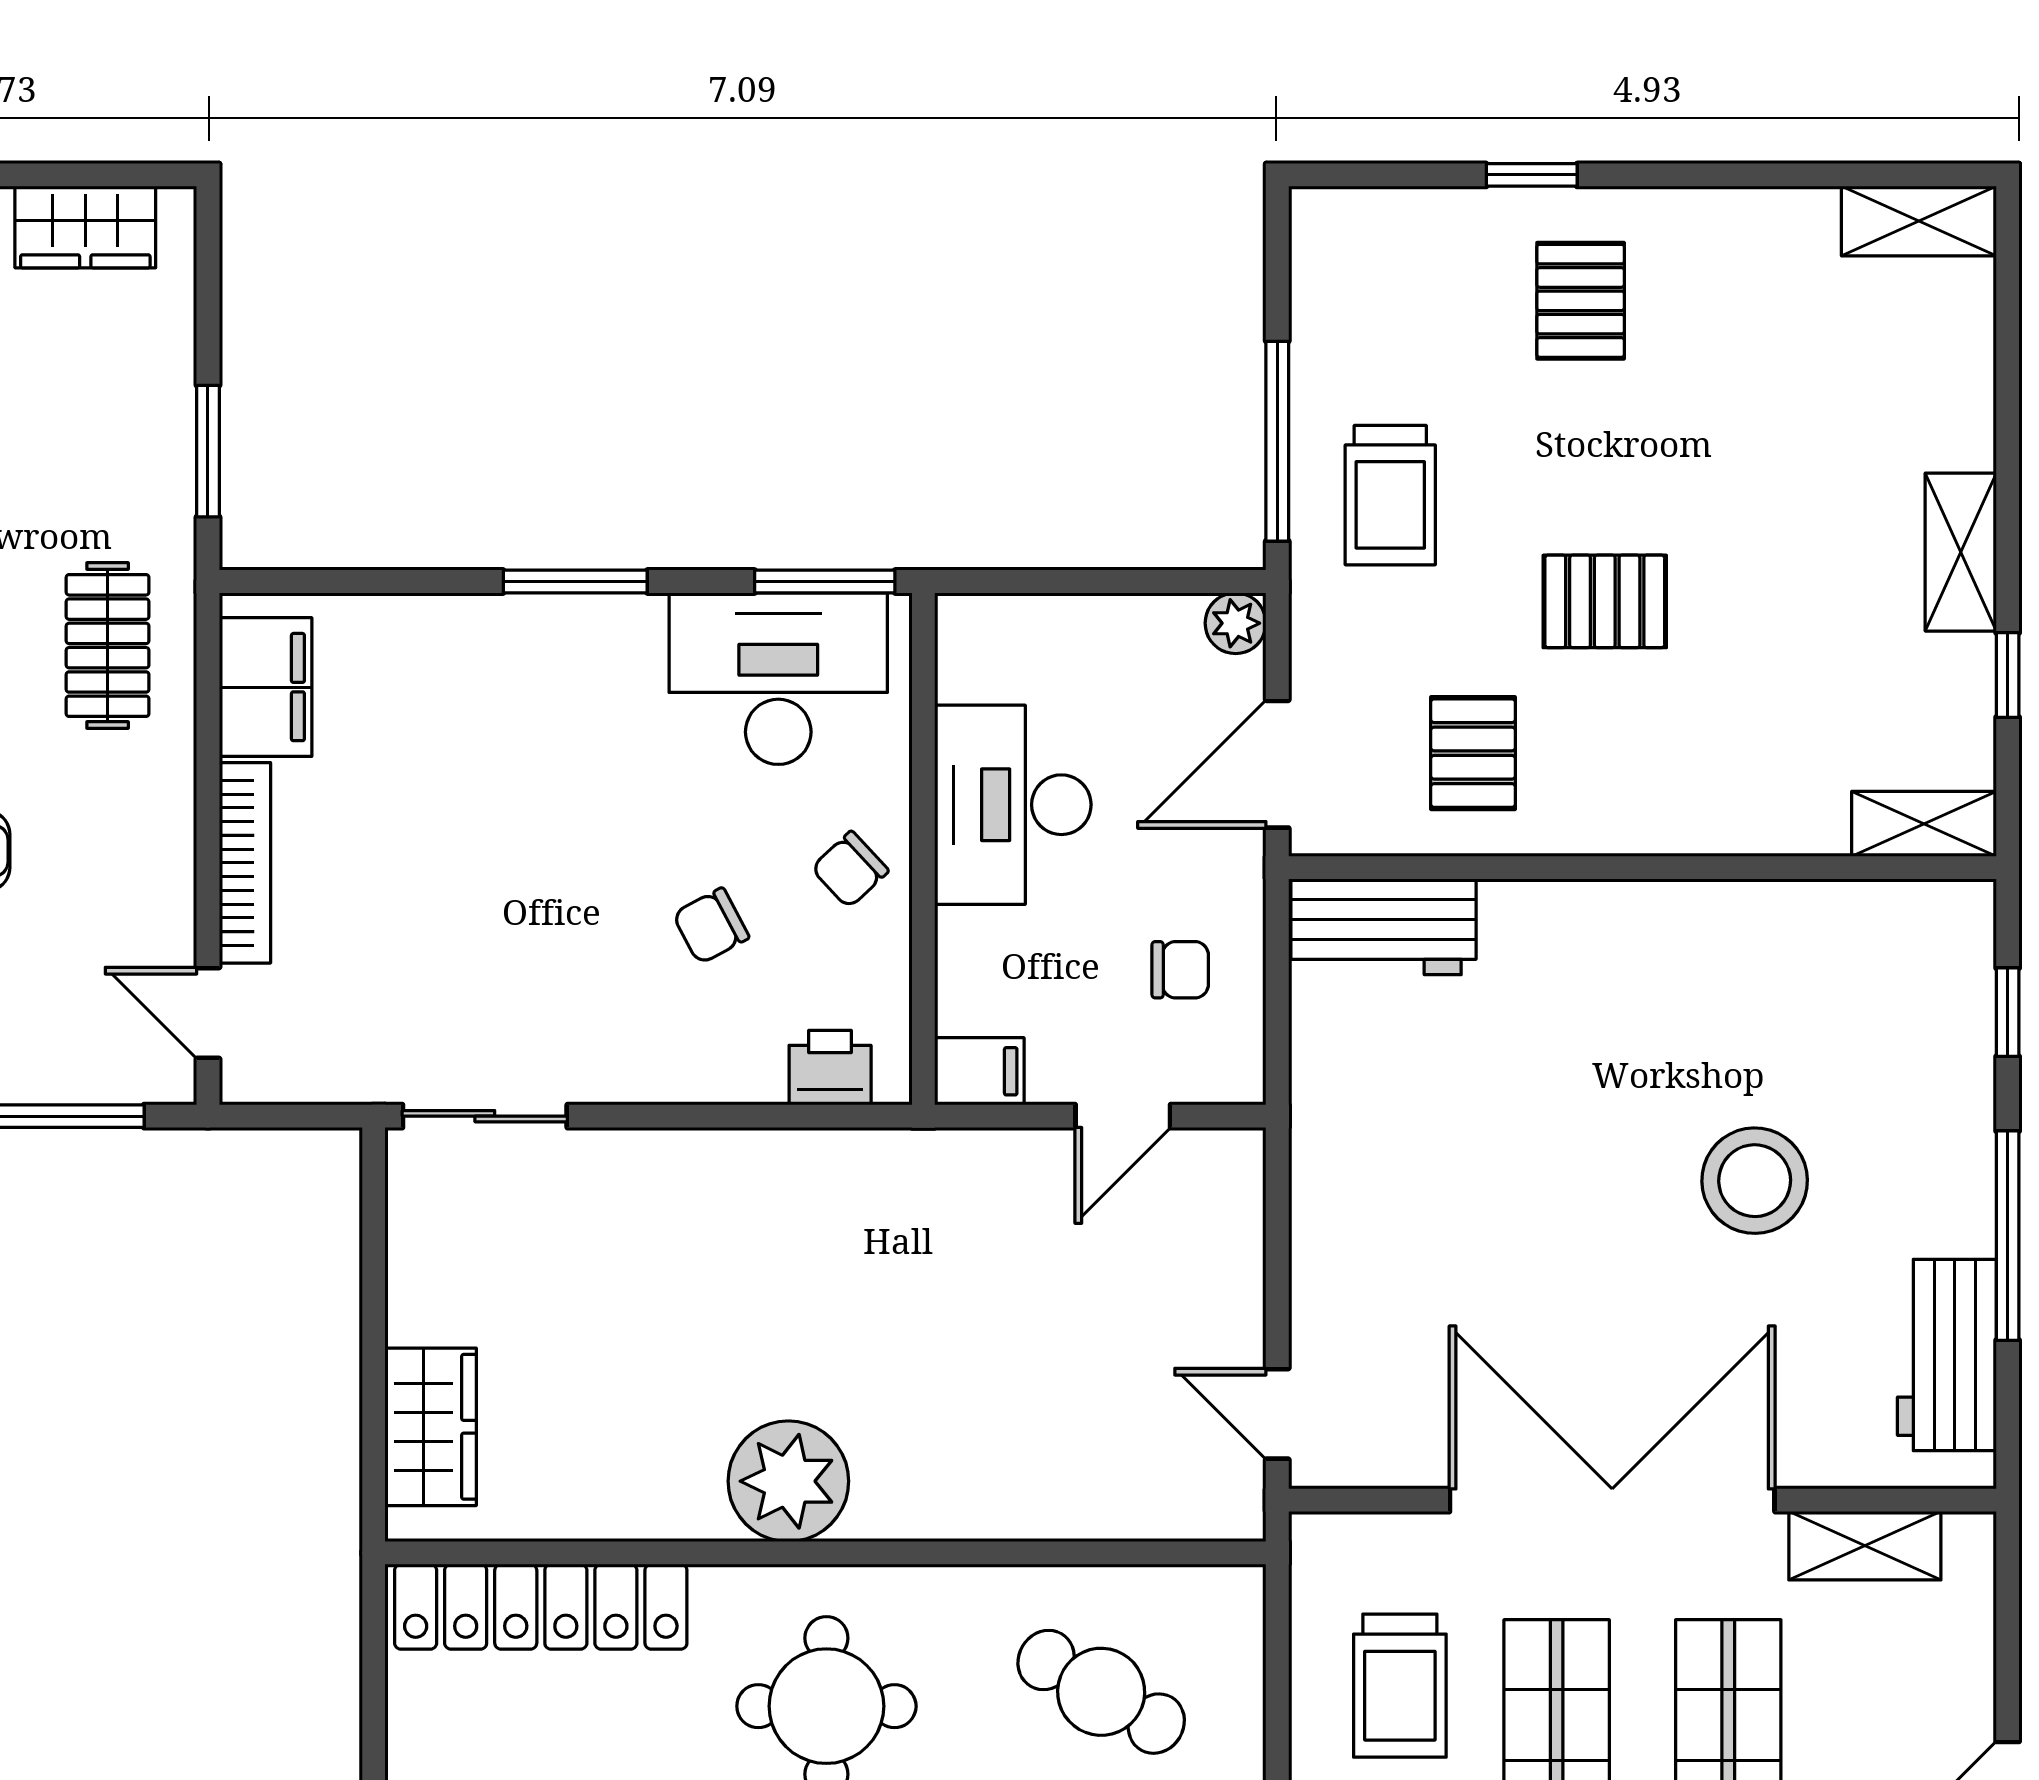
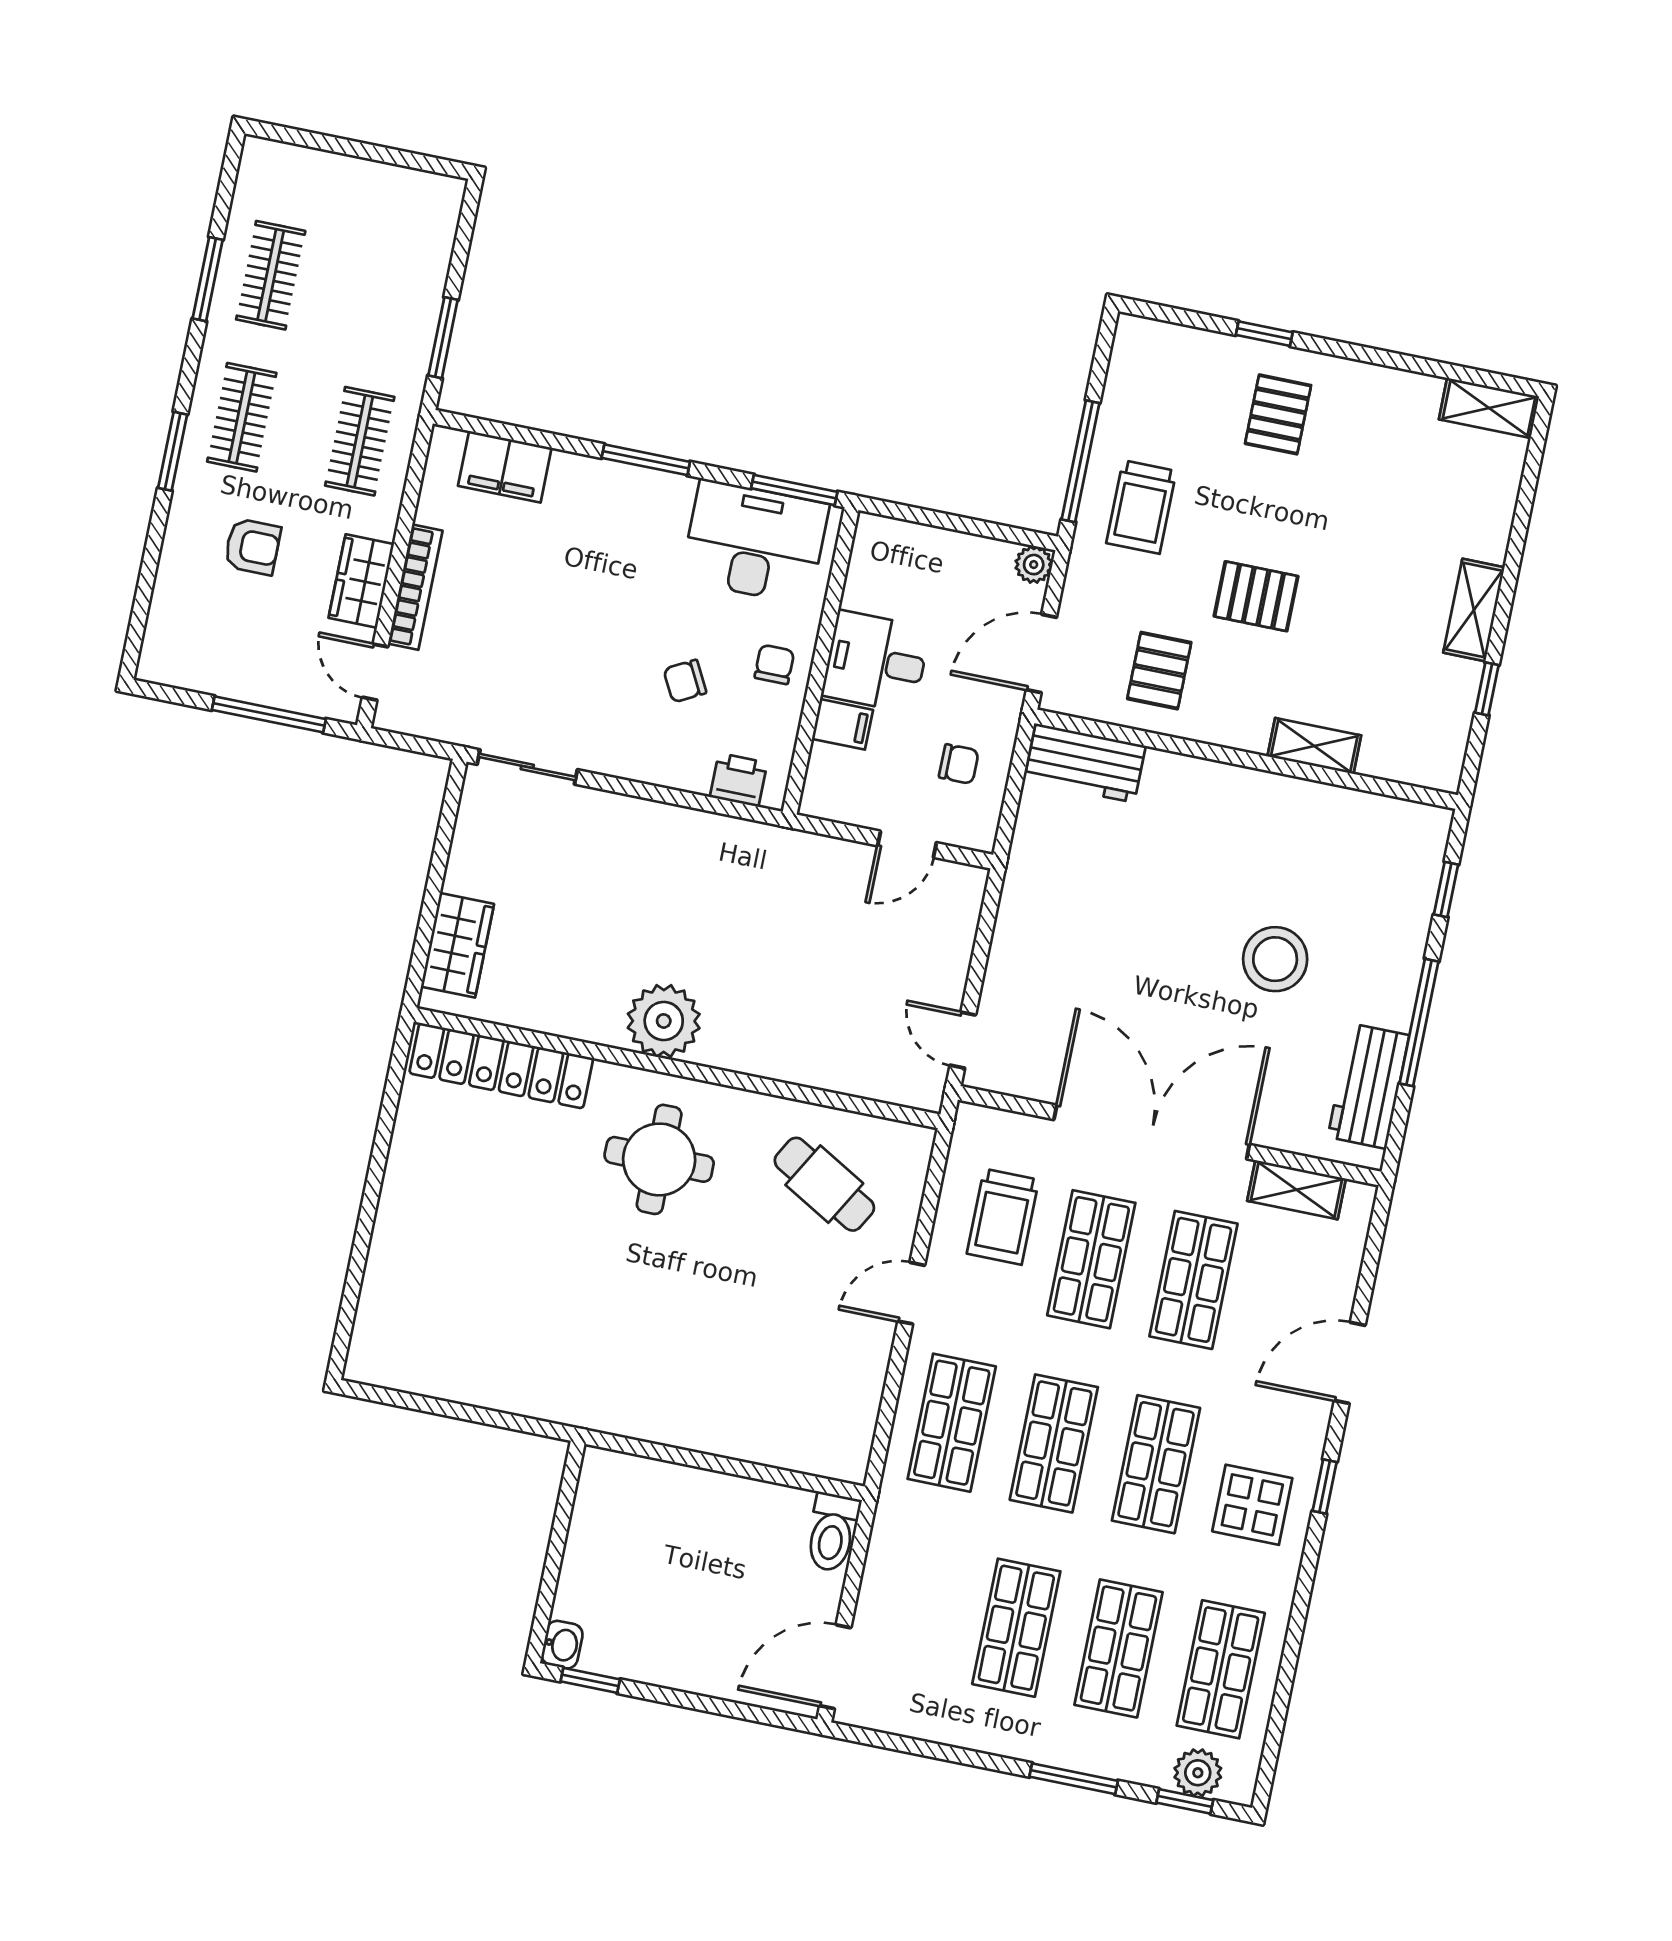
wardrobe: (85, 227) -> (361, 581), moved, turned 90
filing cabinet: (266, 687) -> (505, 467), moved, turned 90
desk: (1013, 805) -> (876, 662), width x0.73
shelving: (1924, 824) -> (1314, 746), moved
chair: (850, 870) -> (774, 664), turned 133
filing cabinet: (979, 1071) -> (842, 724), moved

